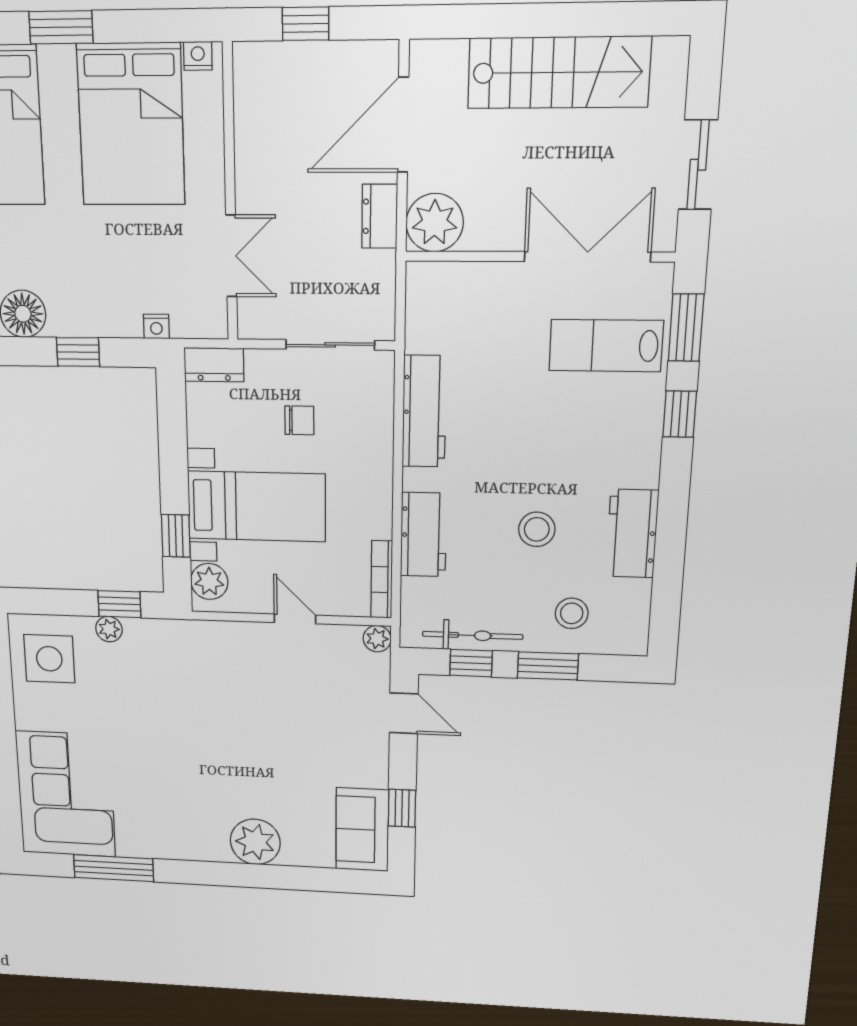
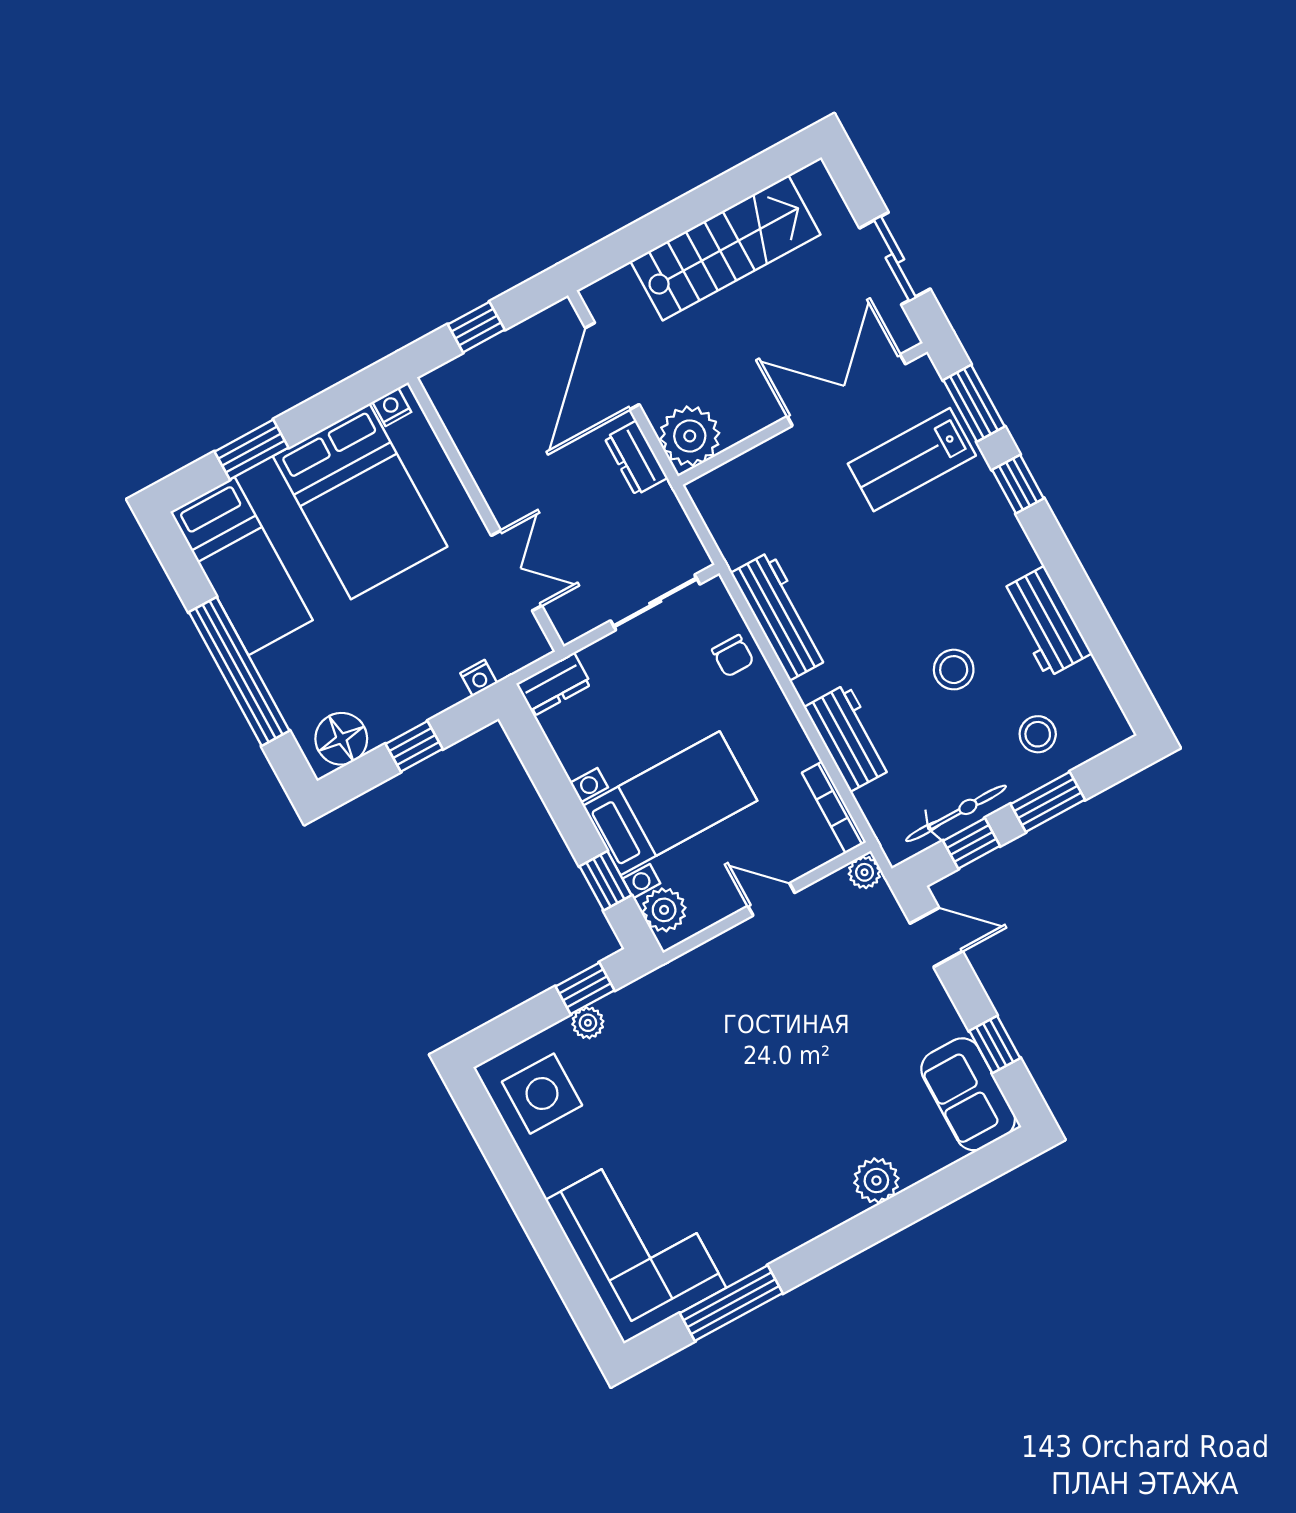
chair: (299, 420) -> (733, 656), moved, turned 90
plant: (255, 842) -> (876, 1181), width x0.73, depth x0.73

